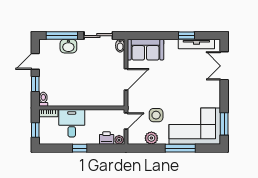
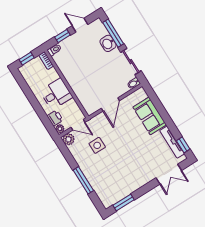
window: (186, 36) -> (183, 145), moved
sofa: (146, 50) -> (150, 116), moved
double door: (224, 66) -> (169, 174), swing flipped
door: (126, 79) -> (110, 104), hinge flipped
desk: (72, 123) -> (56, 94), moved
corner sofa: (195, 126) -> (107, 181), removed
plant: (151, 138) -> (68, 139), moved
window: (80, 148) -> (34, 102), removed

